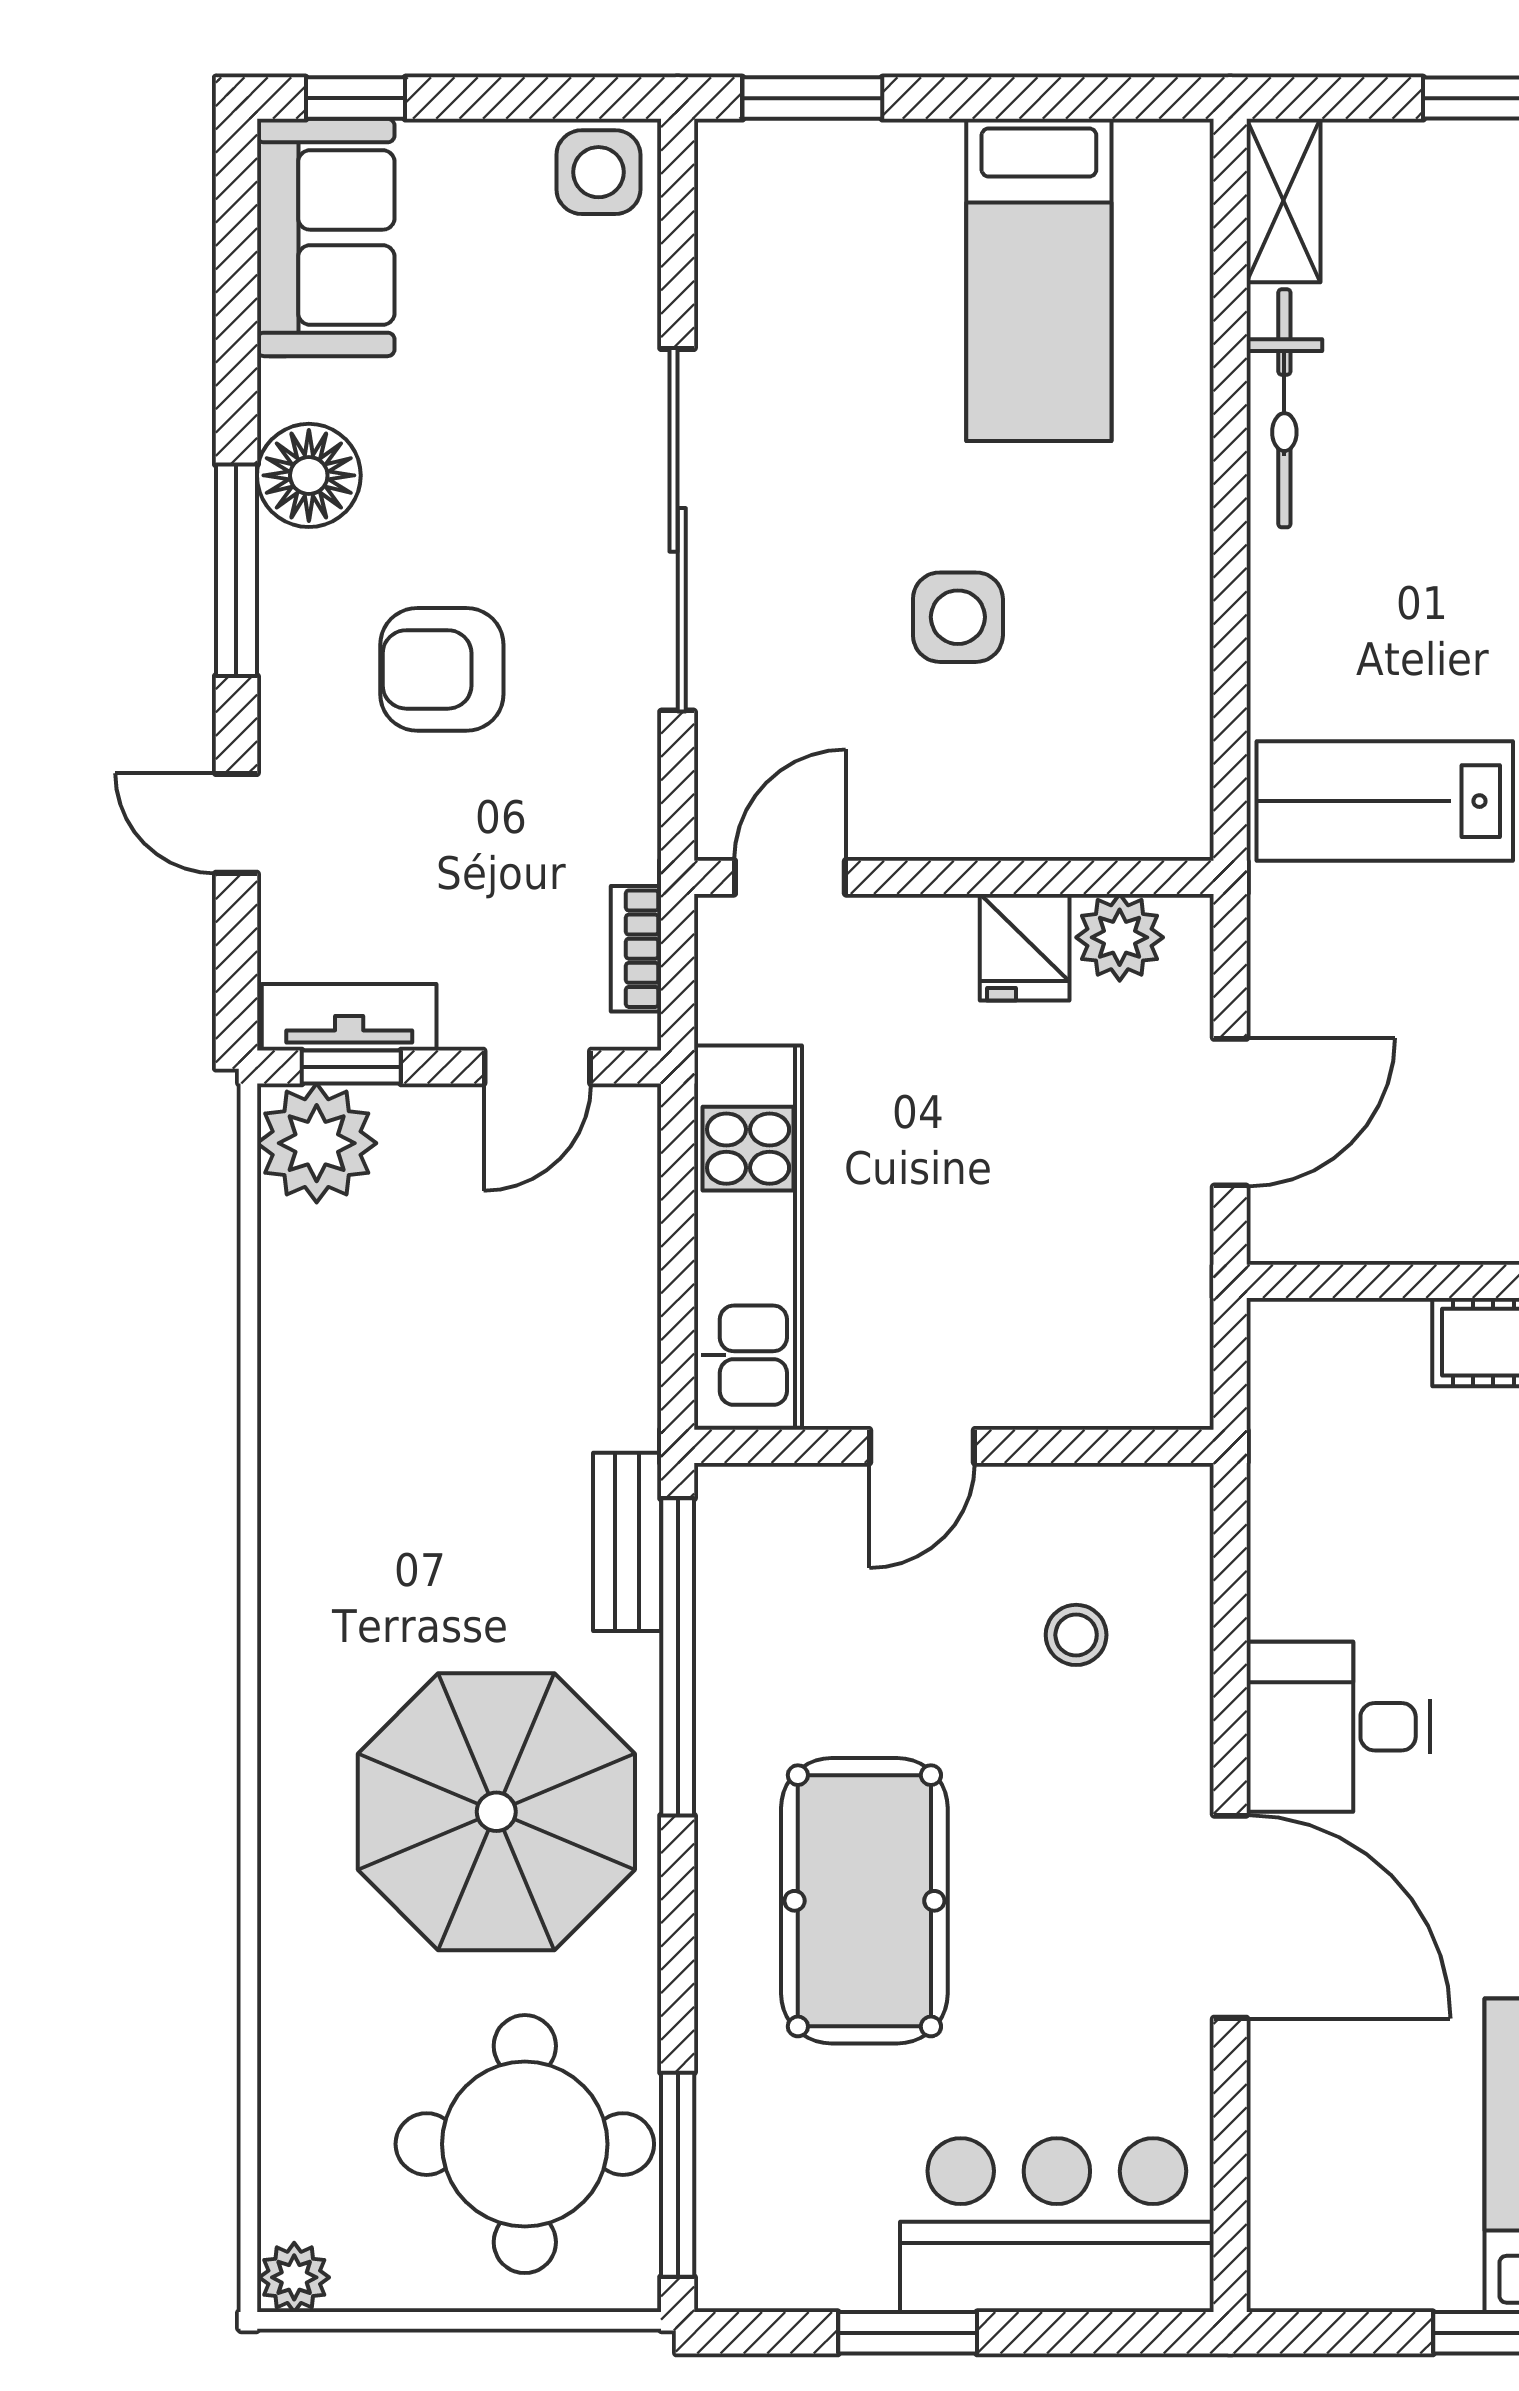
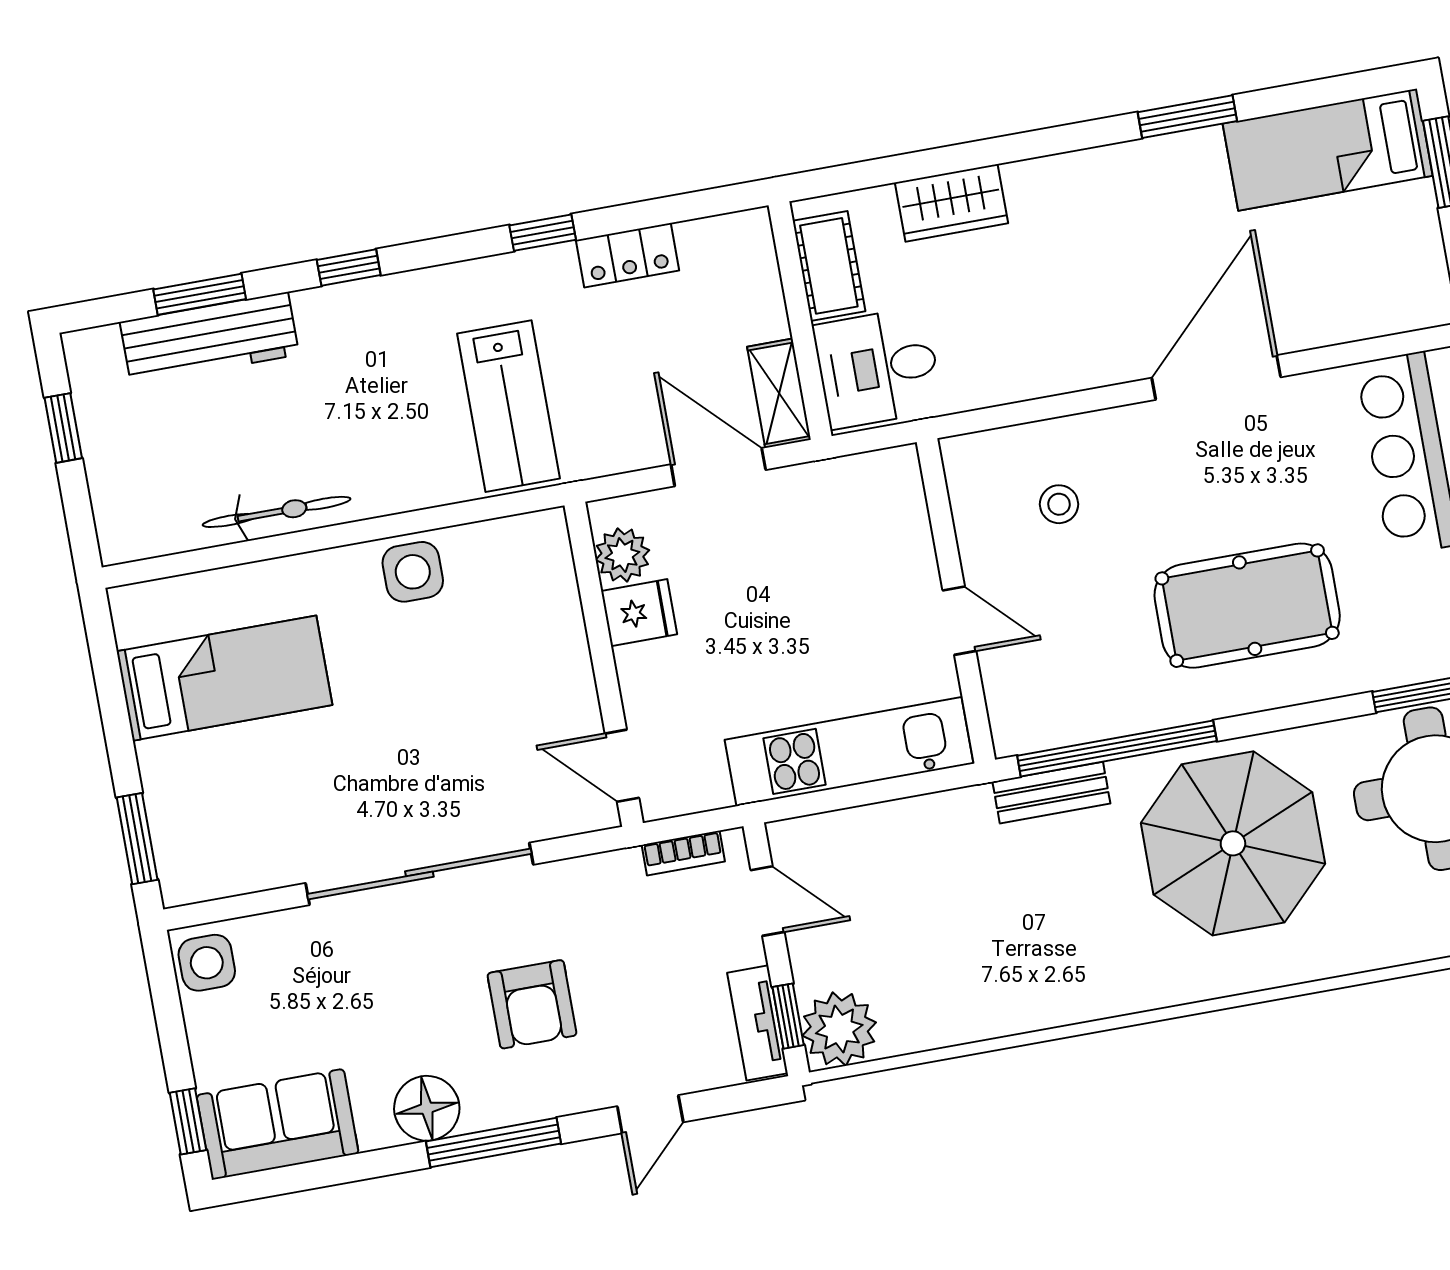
shelving: (1283, 201) -> (779, 393), moved, turned 90
side table: (958, 617) -> (413, 572), moved
desk: (1338, 1727) -> (878, 368), moved, turned 90

